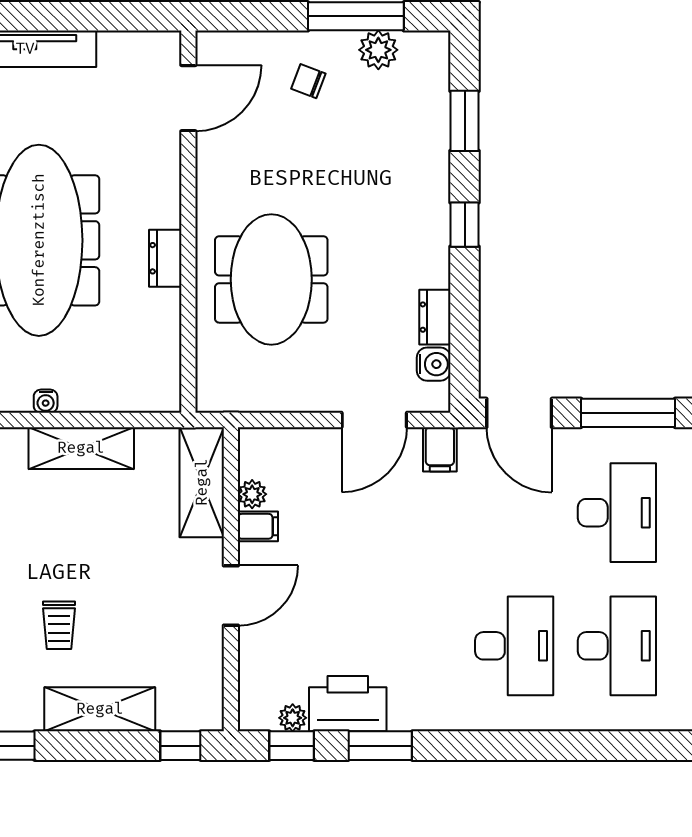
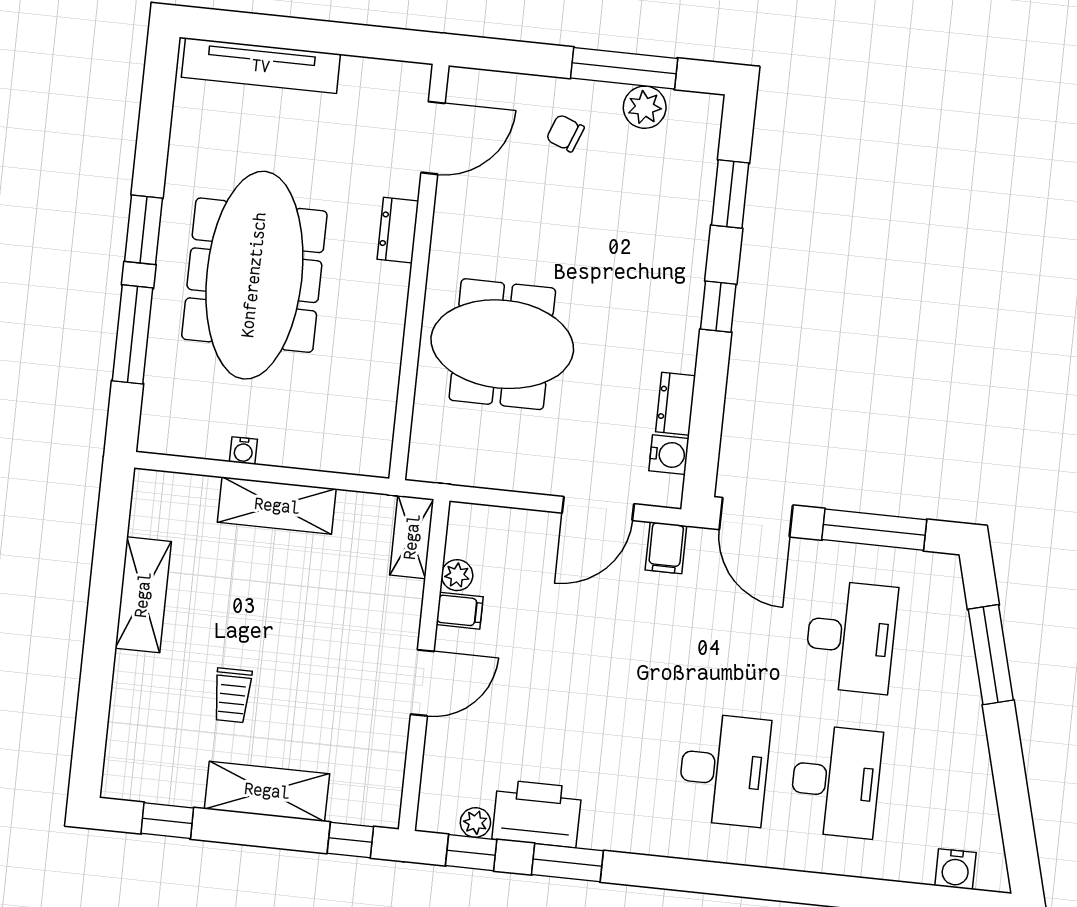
dresser: (165, 258) -> (398, 230), moved
meeting table: (271, 279) -> (502, 344), turned 90
shelving: (202, 482) -> (412, 537), width x0.67, depth x0.75

